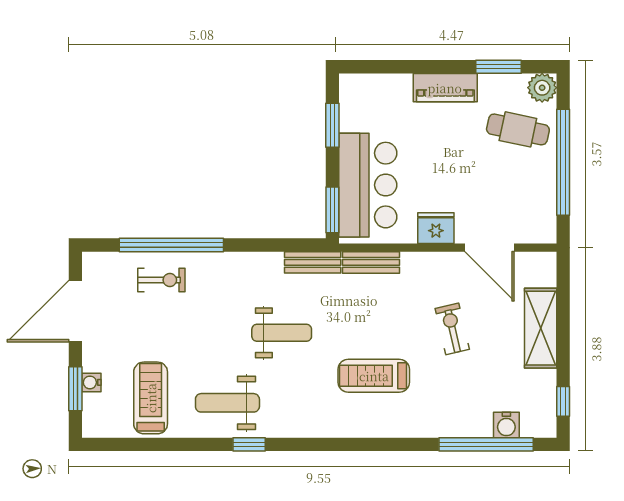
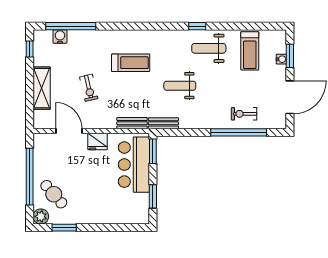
piano: (445, 88) -> (93, 217), removed
cafe table: (518, 129) -> (54, 194), turned 37
weight bench: (227, 403) -> (209, 48), turned 180

